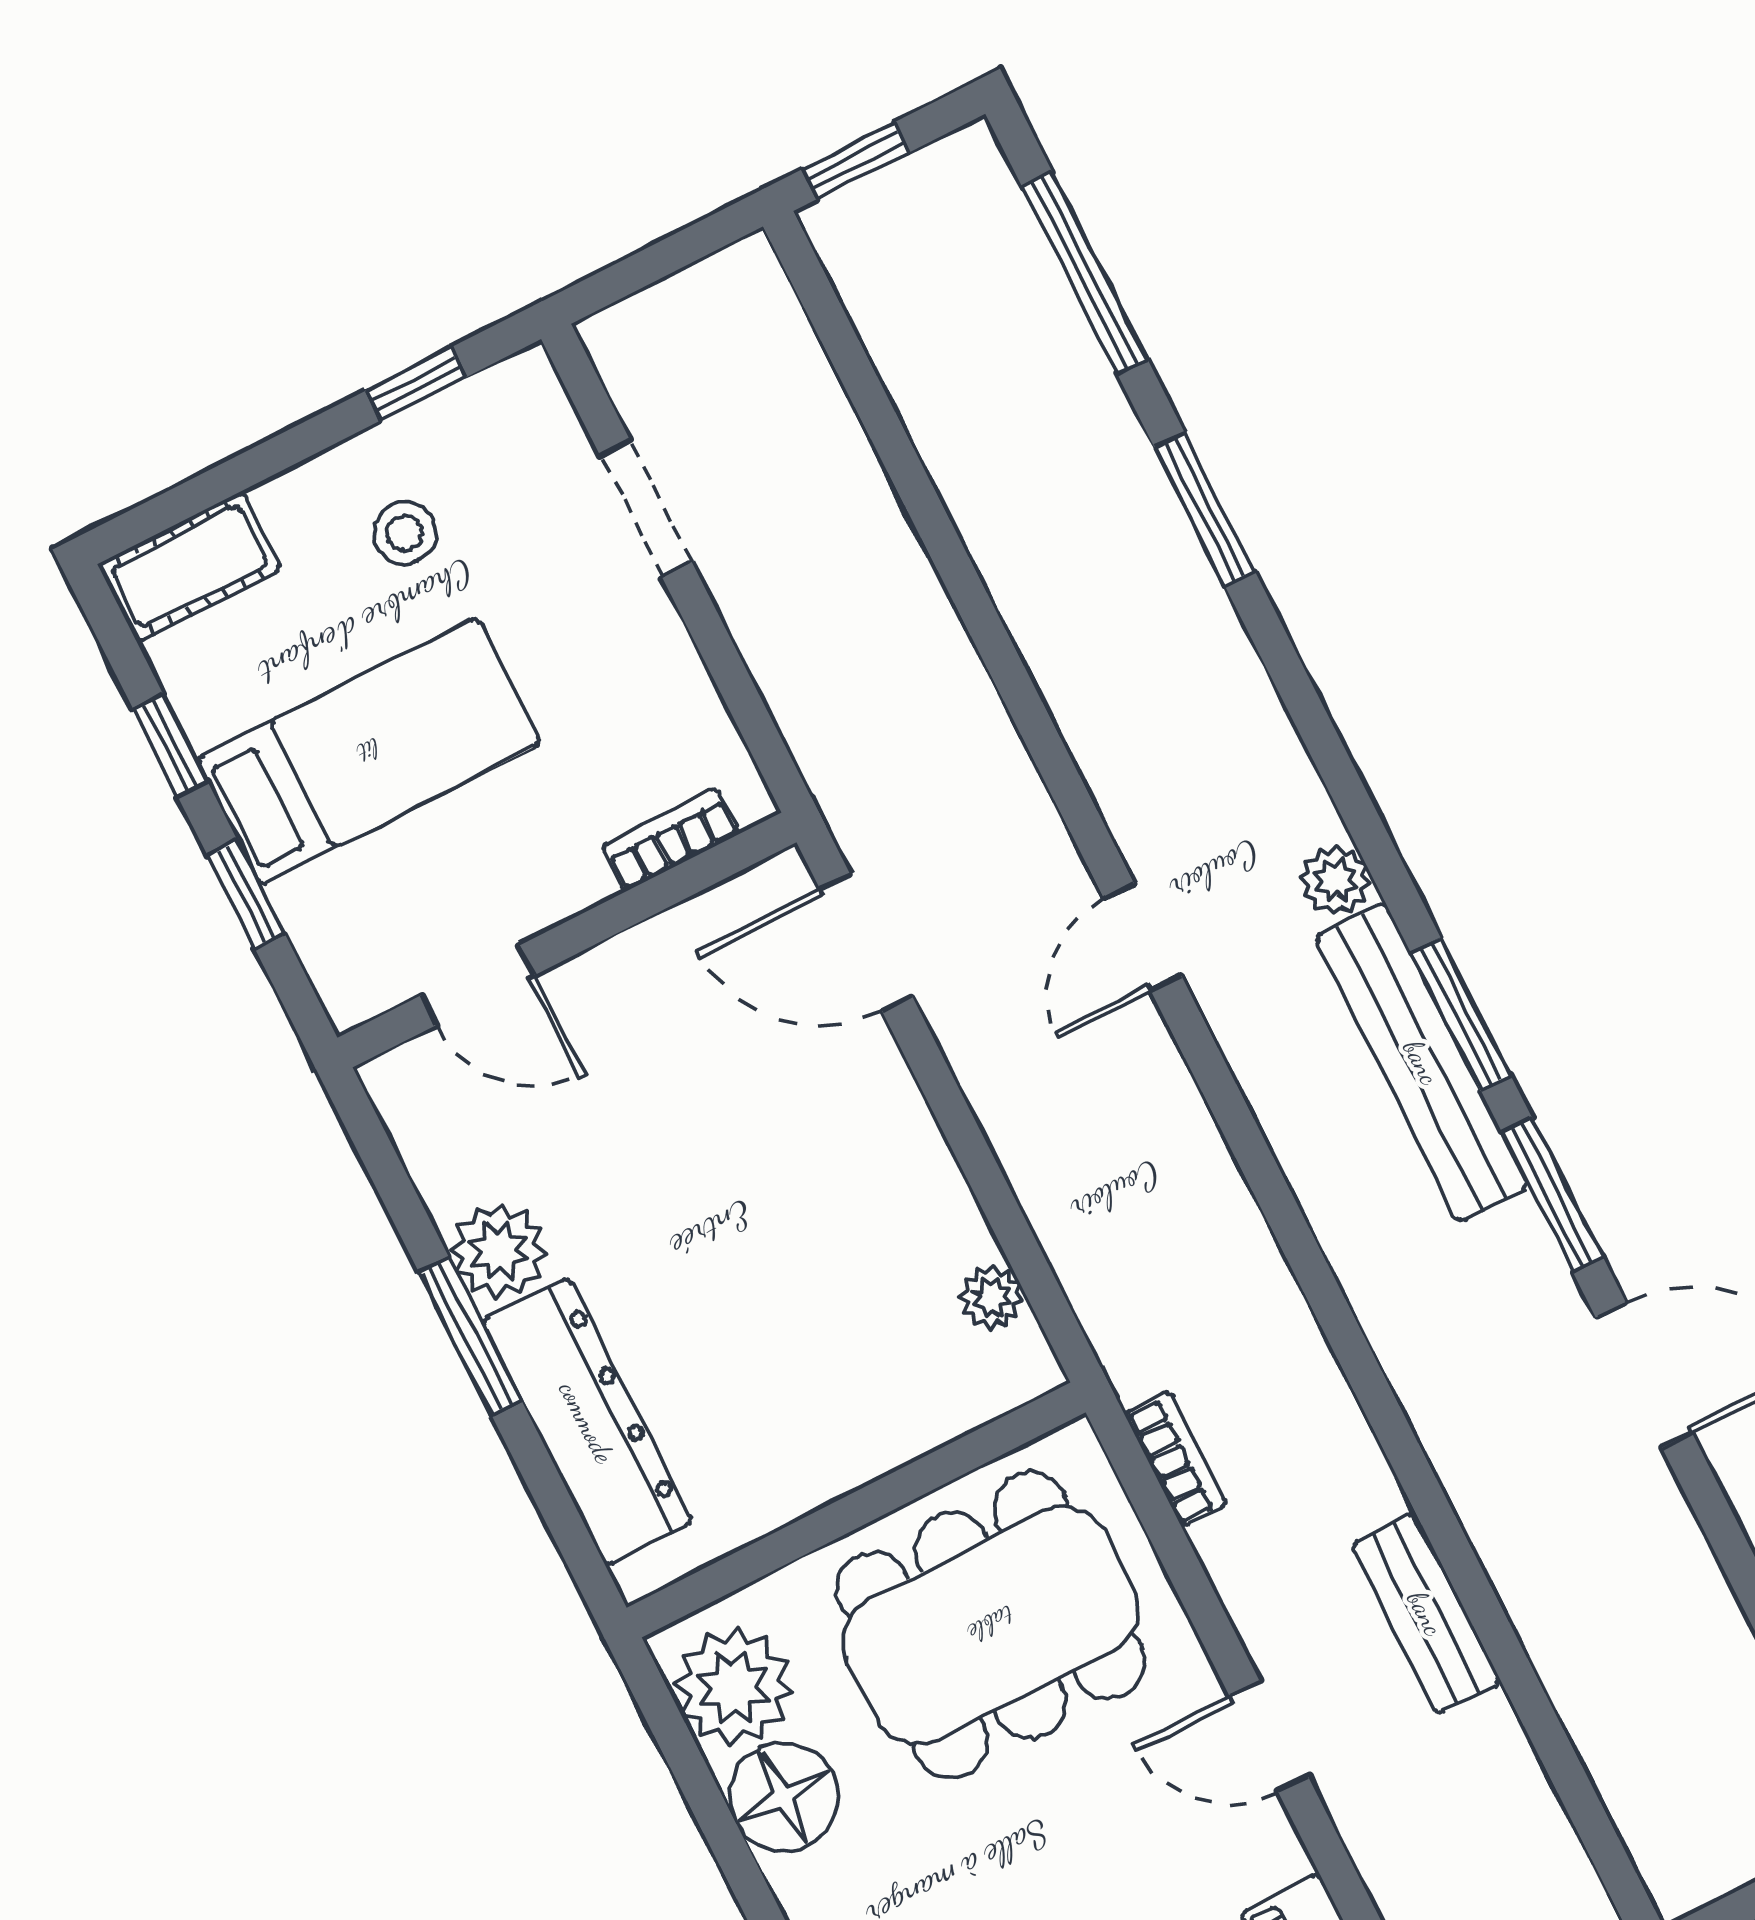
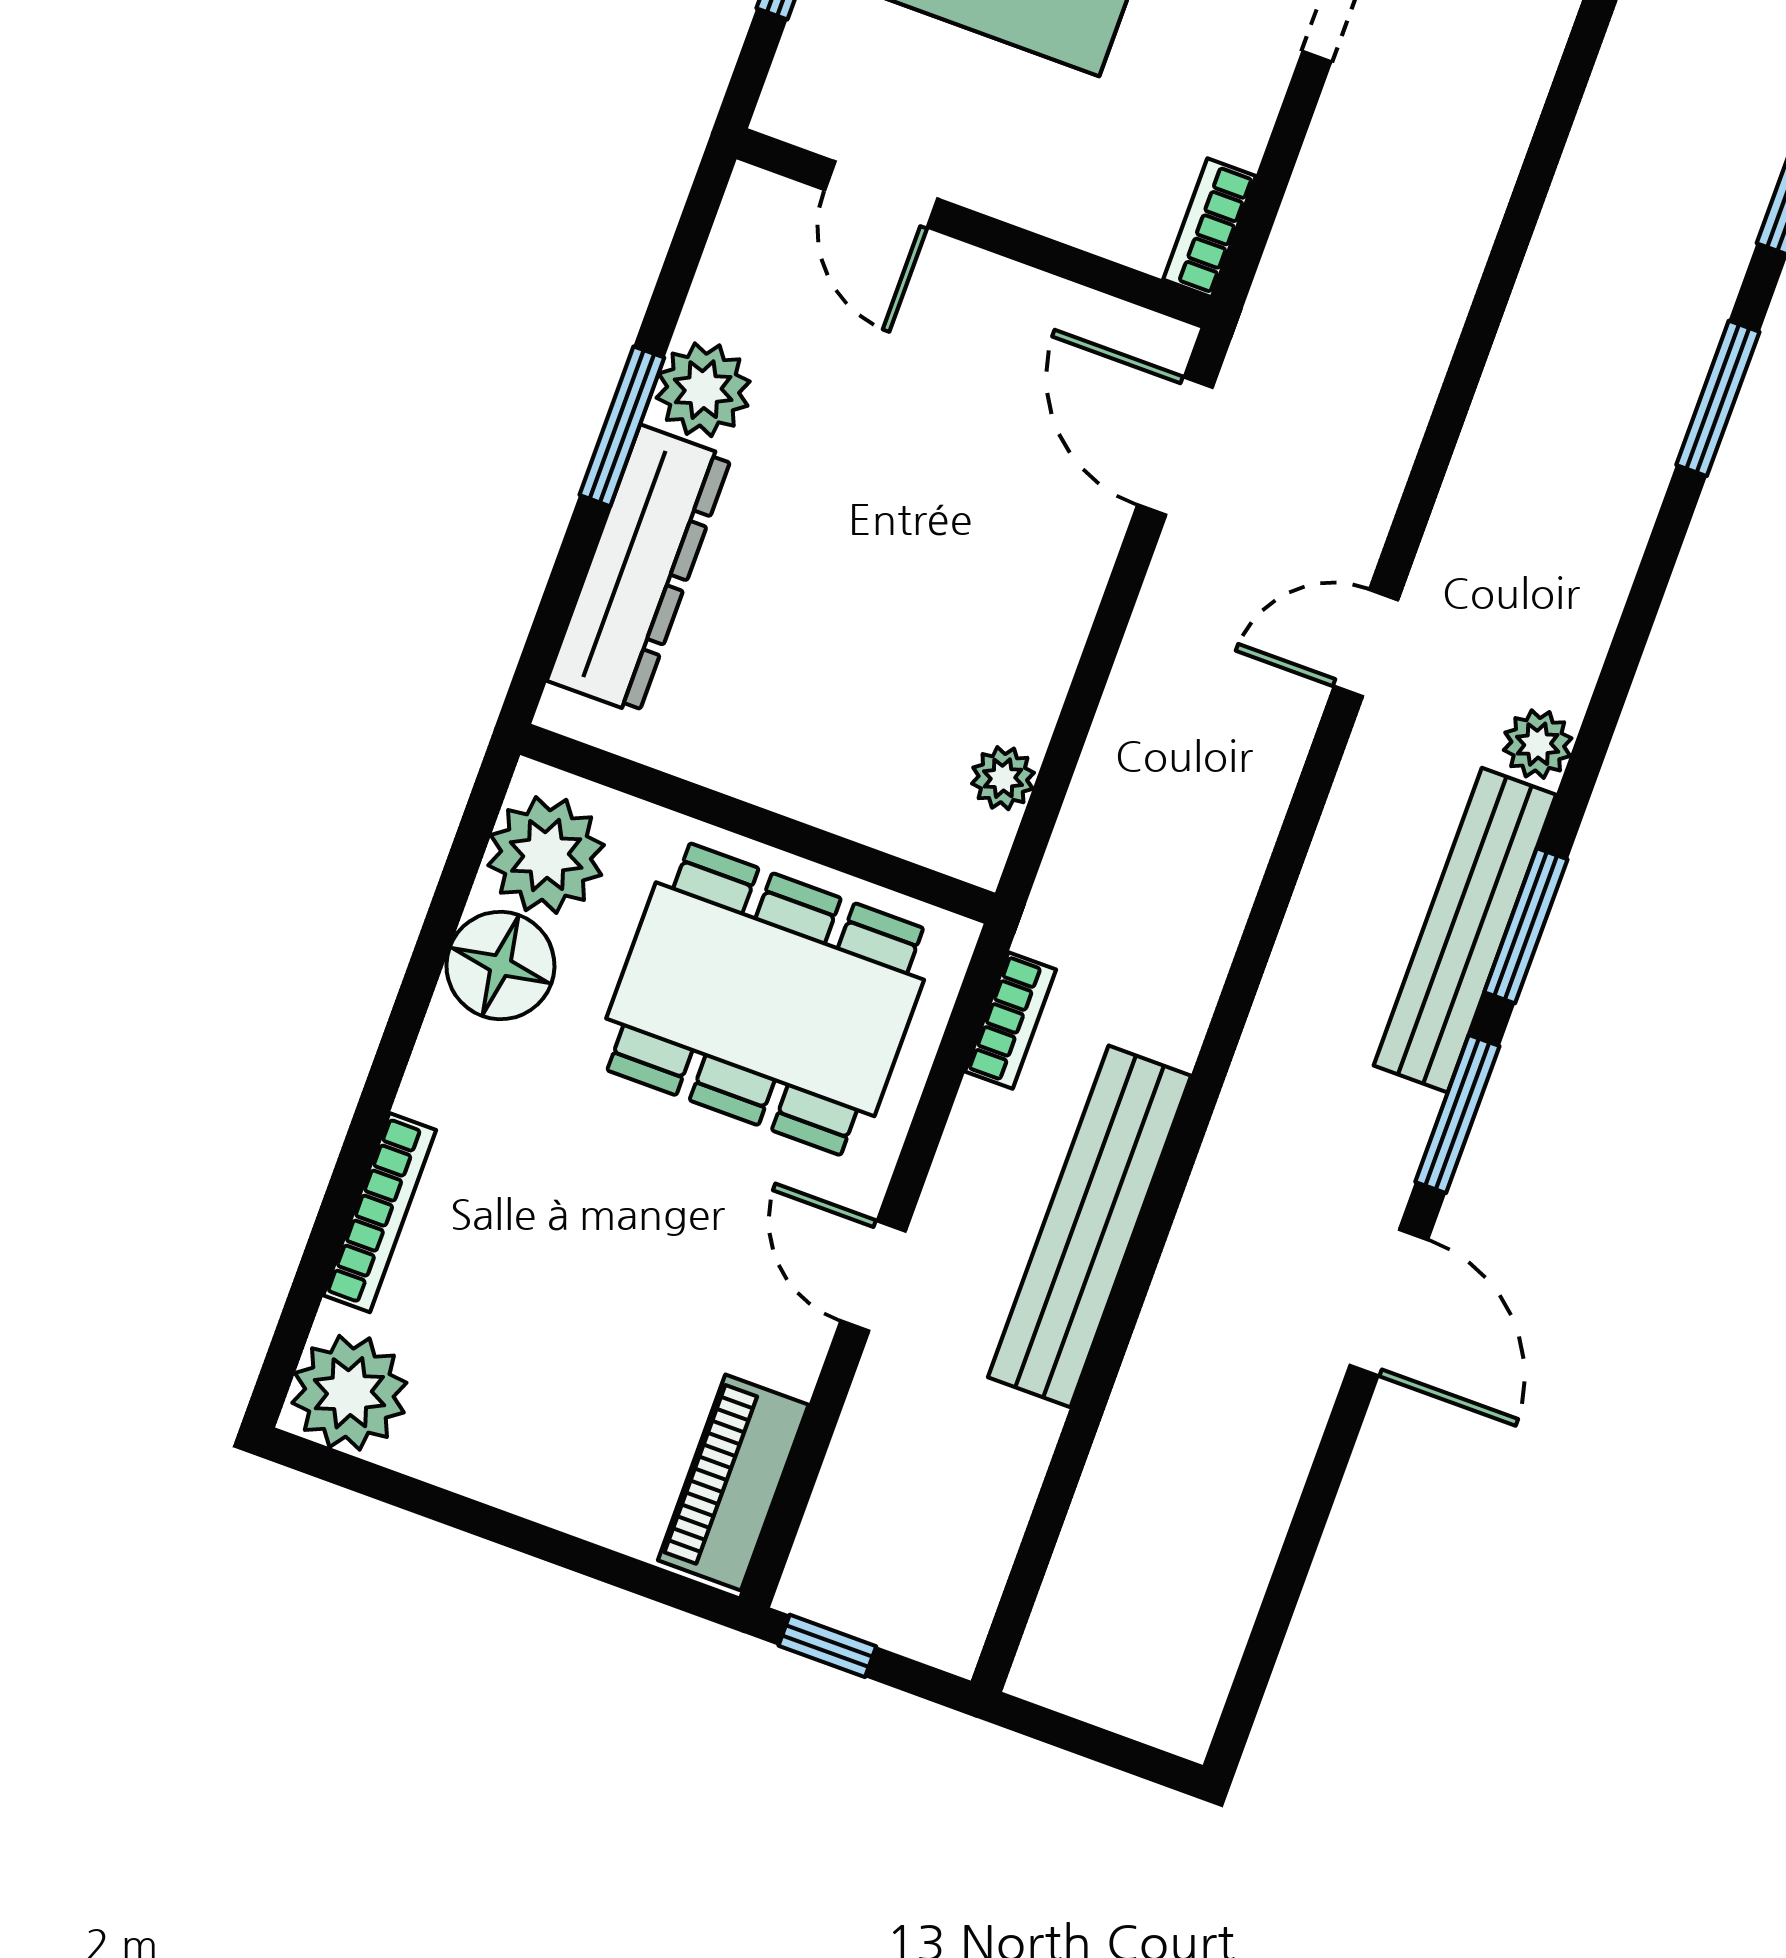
bookcase: (671, 840) -> (1210, 228), moved, turned -90
bench: (1426, 1613) -> (1089, 1226), width x1.86, depth x1.21

